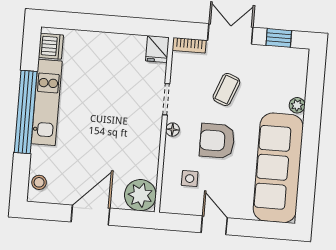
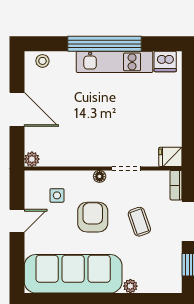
coffee table: (226, 89) -> (139, 222), turned 50
plant: (140, 195) -> (32, 159), width x0.53, depth x0.53

